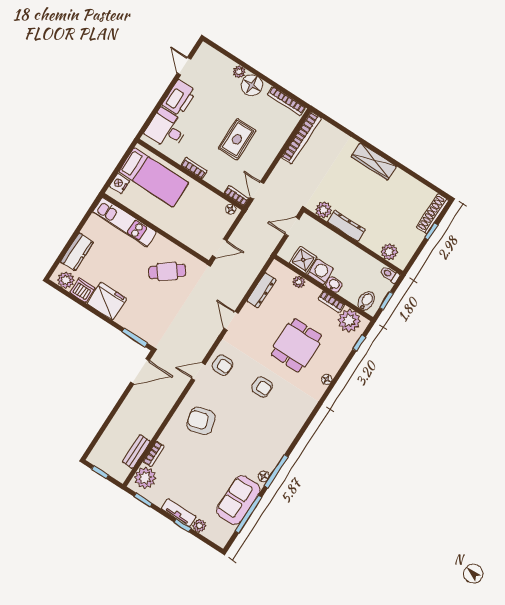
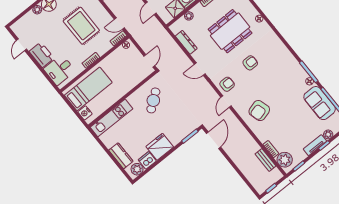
door: (184, 66) -> (22, 45), hinge flipped
rug: (237, 139) -> (81, 26), width x1.36, depth x1.43
dining table: (296, 345) -> (230, 31), width x1.37

